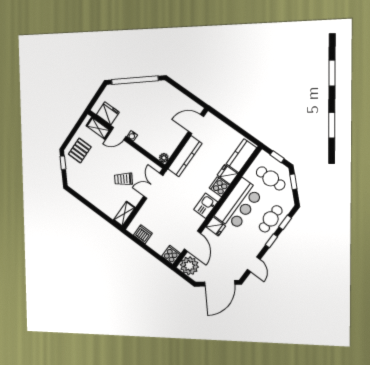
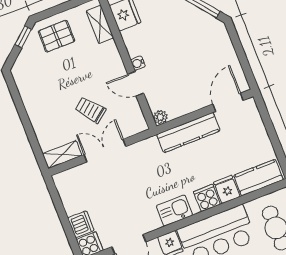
door: (196, 124) -> (228, 102), hinge flipped
door: (119, 134) -> (136, 84), moved
double door: (153, 186) -> (105, 150), moved
dishwasher: (143, 234) -> (81, 224), moved

